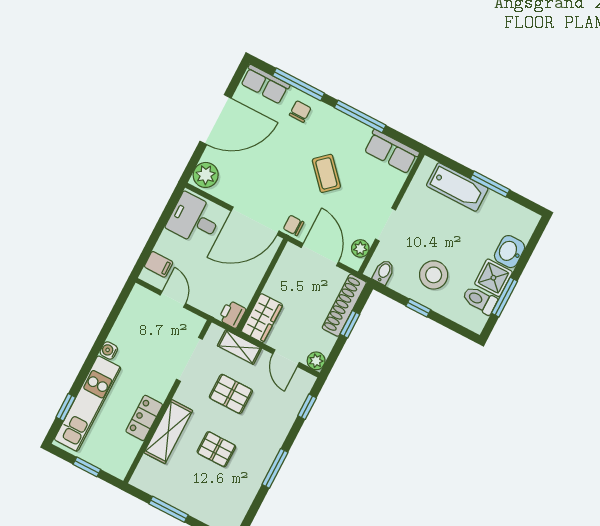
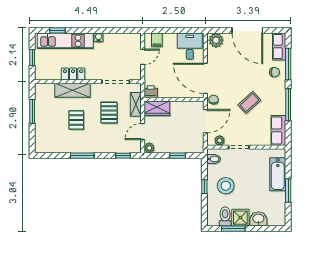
shoe rack: (344, 305) -> (186, 148), removed

